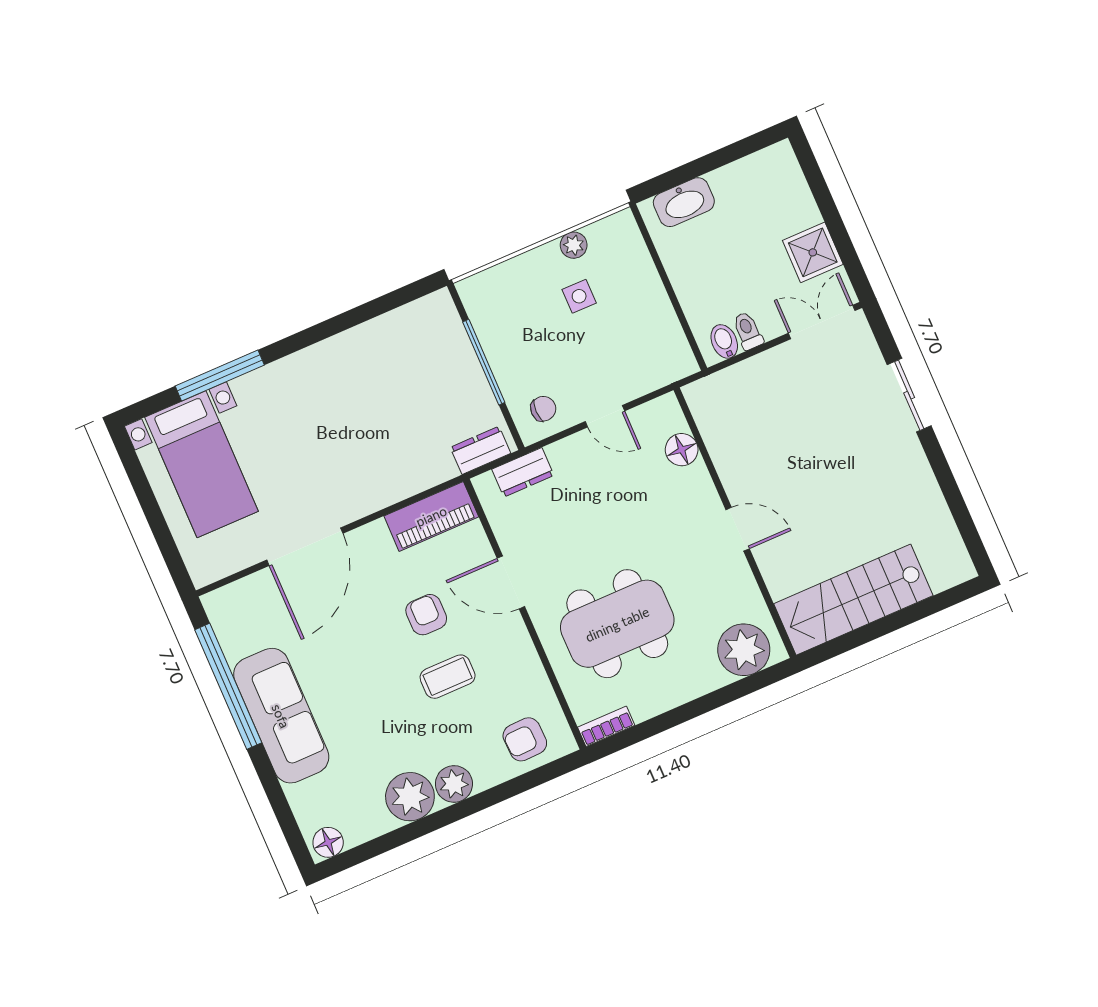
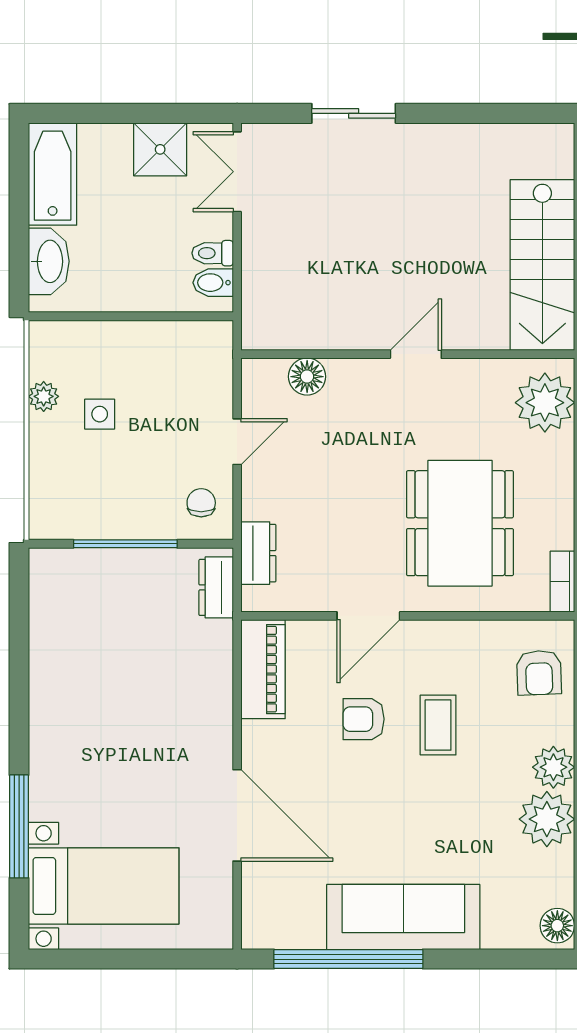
bathtub: (755, 175) -> (53, 174), added

